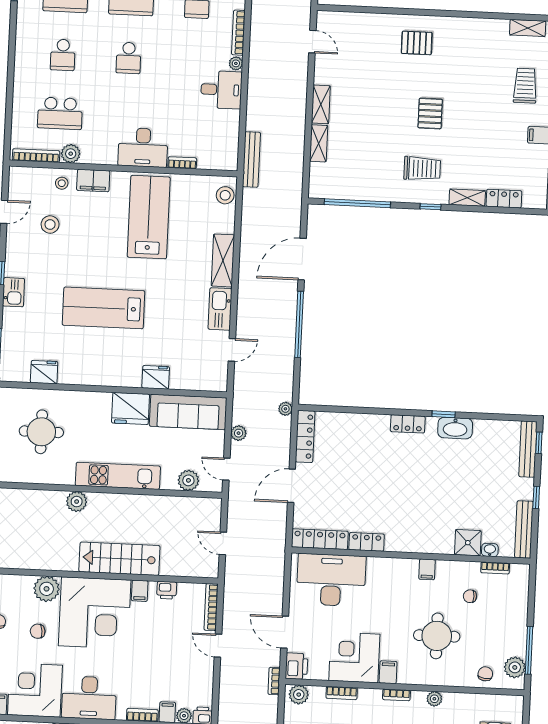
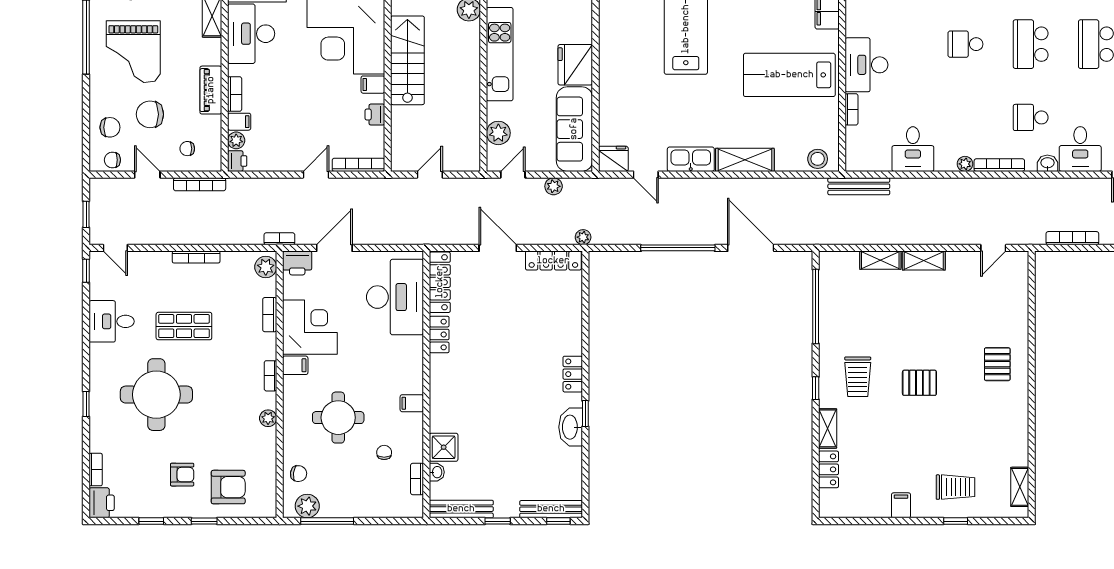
desk: (221, 90) -> (913, 149), moved
lab bench: (149, 217) -> (789, 75), turned 180
fridge: (156, 377) -> (613, 159), moved, turned -90

